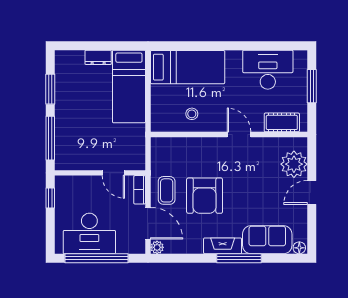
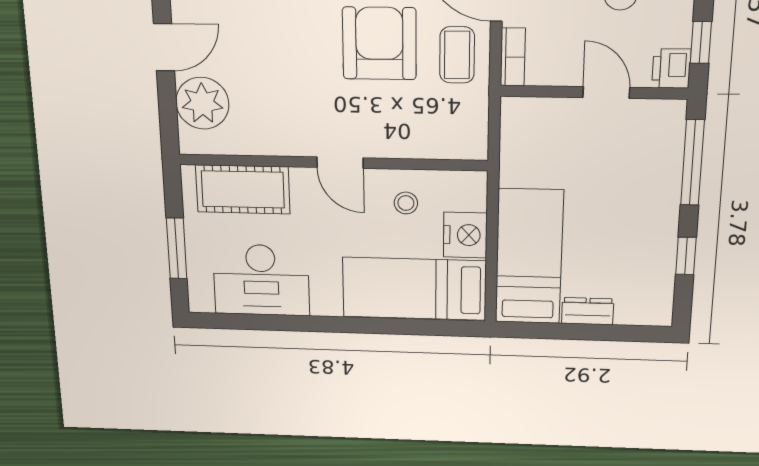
window: (50, 89) -> (686, 256), width x0.67
nightstand: (162, 97) -> (465, 235), added
cot: (282, 122) -> (243, 189), width x1.37, depth x1.34
door: (239, 135) -> (340, 163), moved
door: (113, 173) -> (606, 92), moved
printer: (63, 185) -> (671, 69), added

